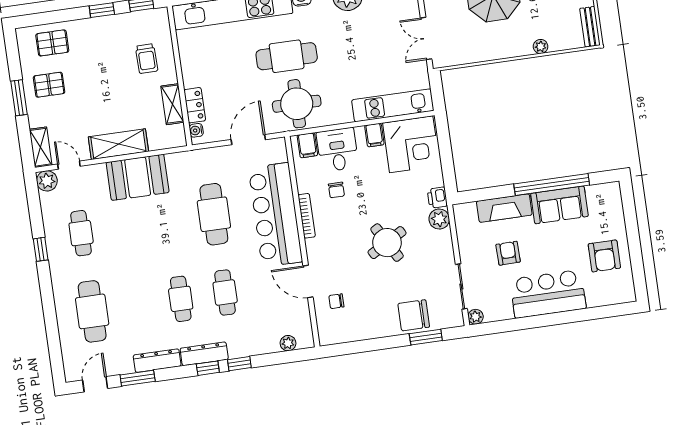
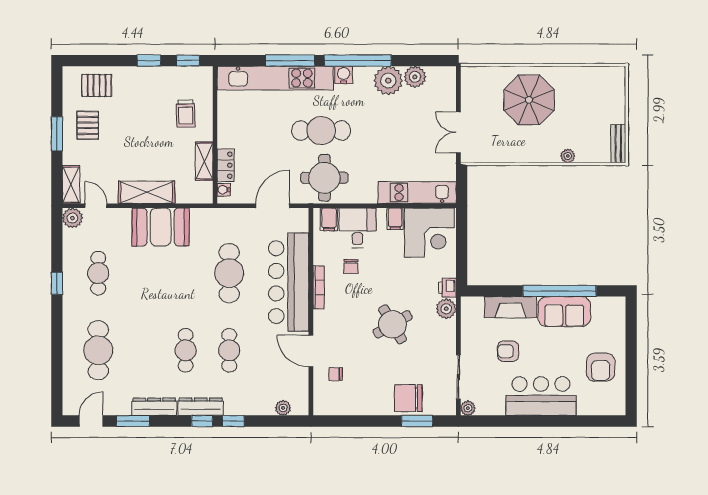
pallet: (49, 85) -> (88, 125), turned 90
armchair: (508, 253) -> (508, 351), turned -89

